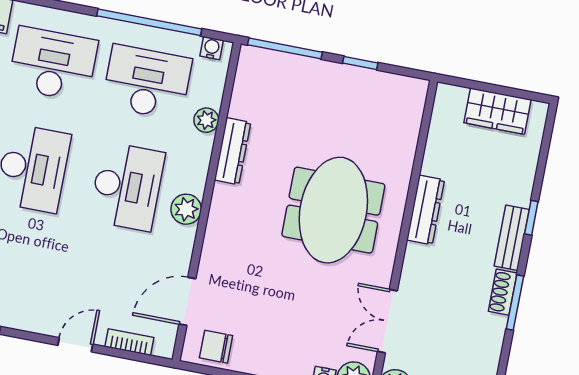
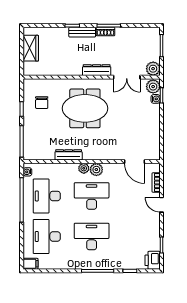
plant: (206, 120) -> (84, 168), moved
dresser: (426, 210) -> (97, 70), moved
chair: (216, 347) -> (42, 103), moved

